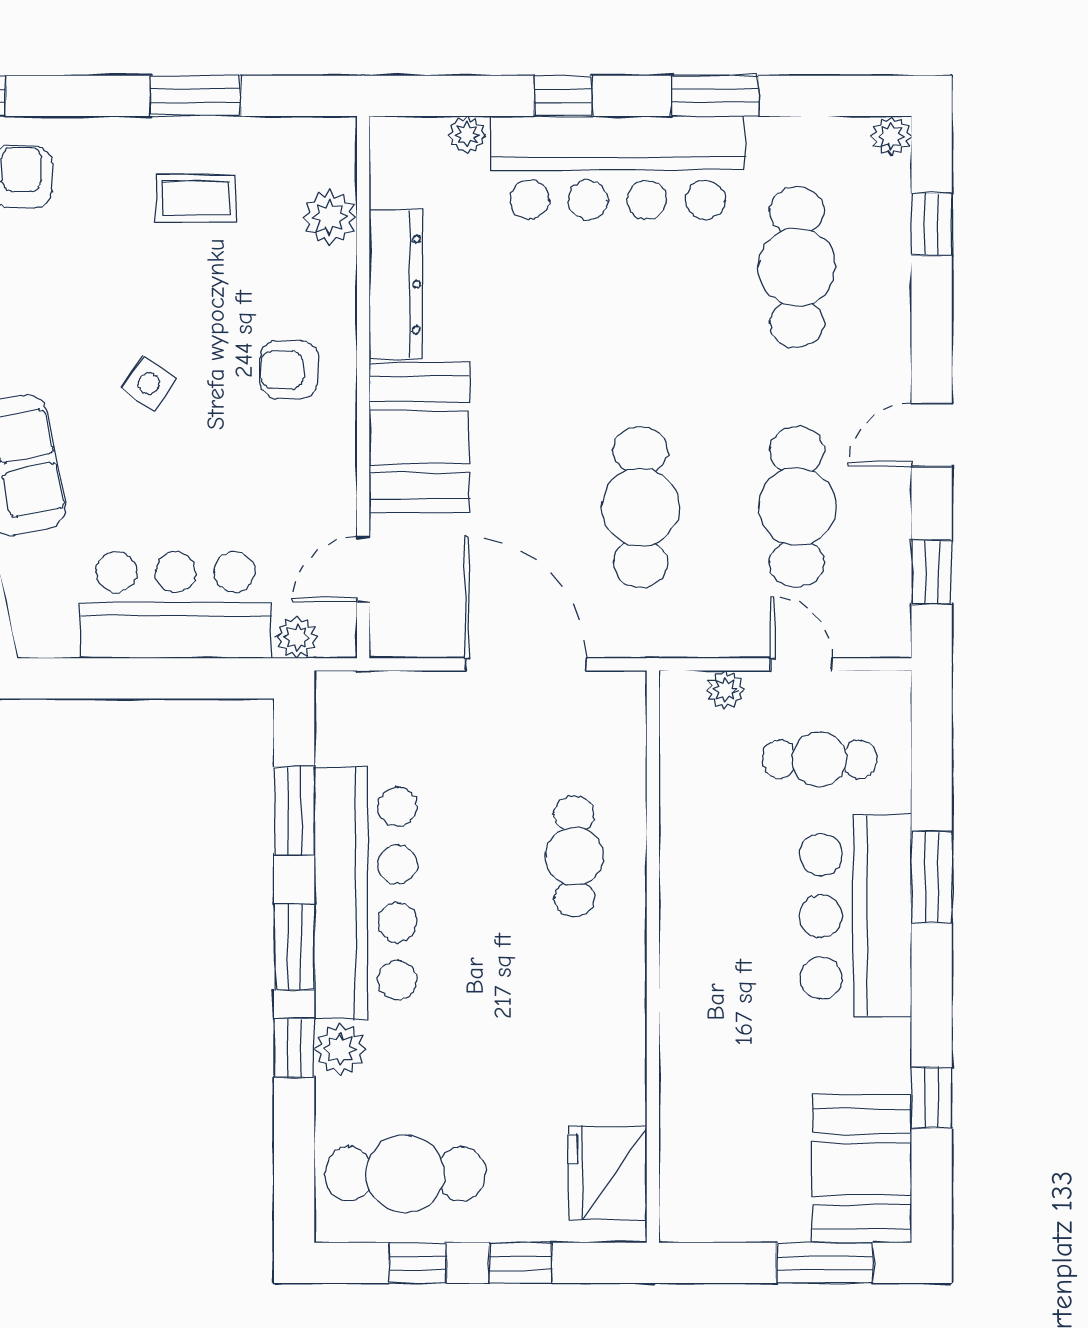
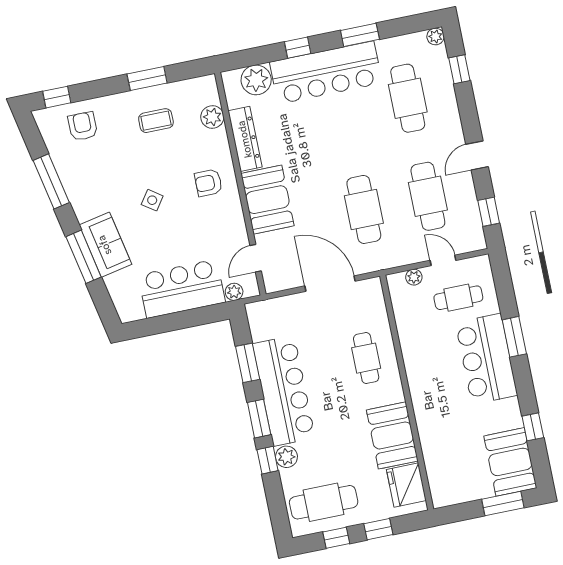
plant: (467, 135) -> (256, 80), width x1.87, depth x1.87
booth: (598, 1050) -> (392, 435), added

